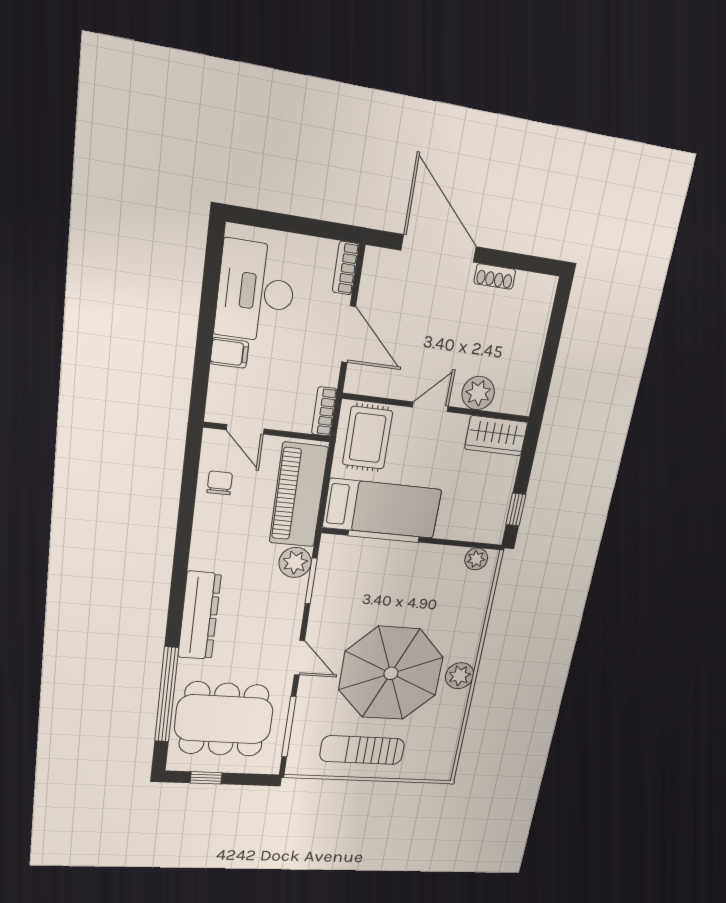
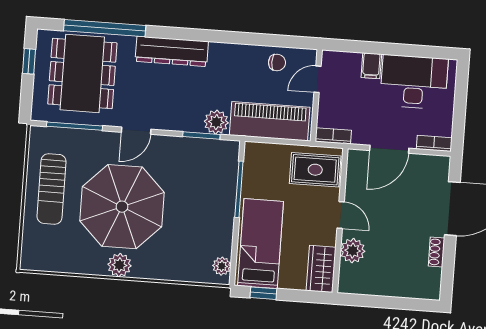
bed: (382, 508) -> (261, 244), moved, turned 180
sun lounger: (362, 750) -> (52, 189), turned 180

